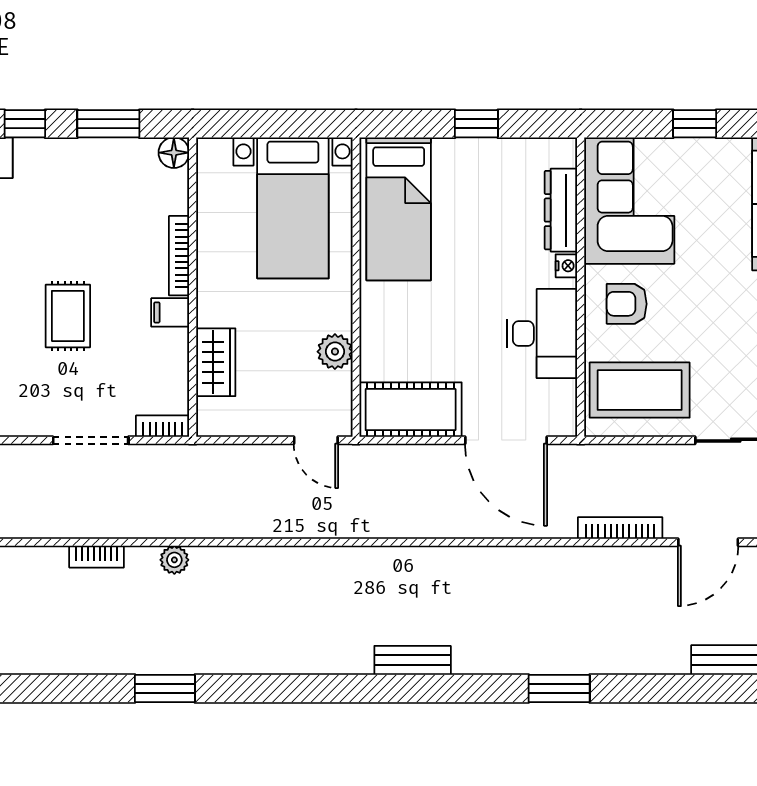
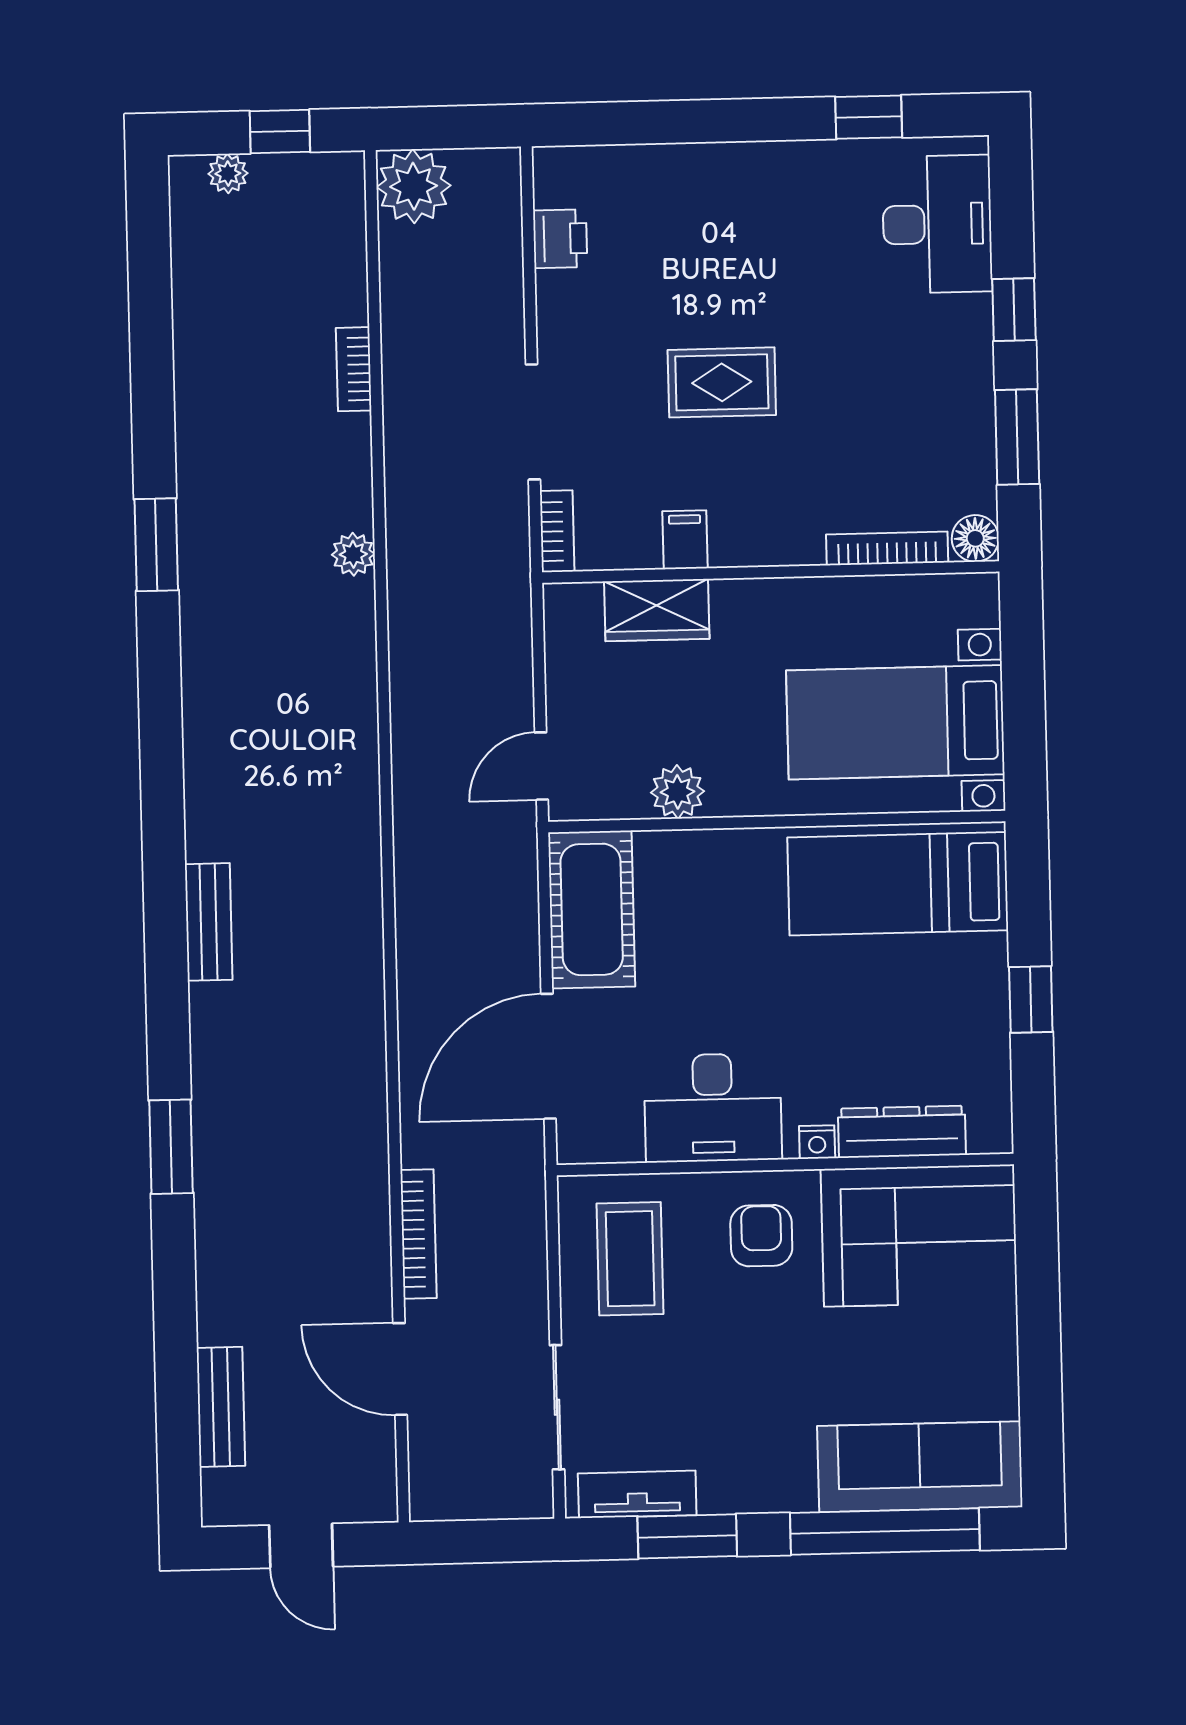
window: (695, 124) -> (1039, 1333), removed
bookcase: (179, 256) -> (887, 548), moved
filing cabinet: (170, 312) -> (685, 540), moved
coffee table: (640, 390) -> (630, 1259), width x0.73, depth x0.76
bookcase: (97, 557) -> (354, 369), moved

